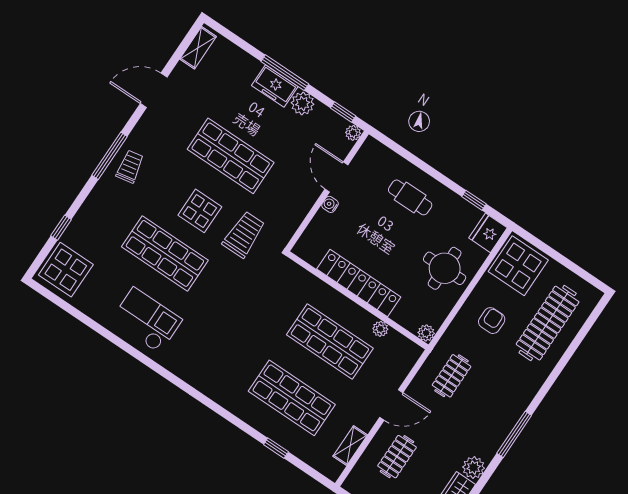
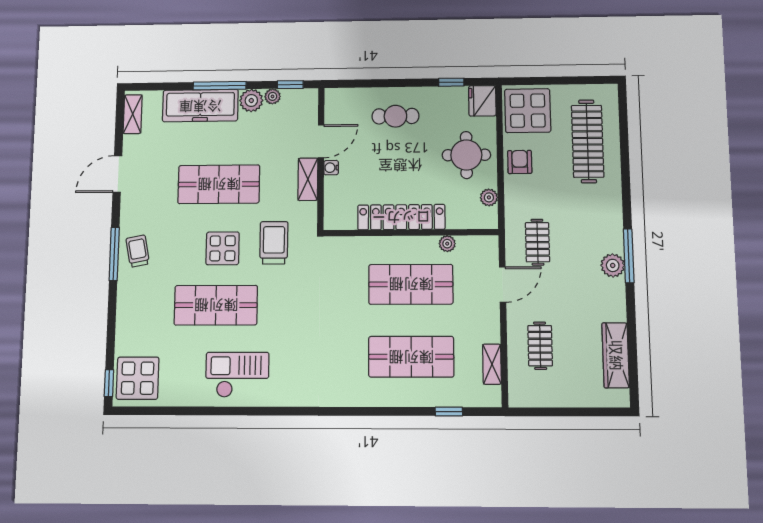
freezer: (275, 86) -> (200, 106), width x1.91, depth x1.26
plant: (353, 133) -> (273, 96), moved
door: (336, 177) -> (321, 141), swing flipped
shelving: (305, 201) -> (308, 179), added
window: (61, 228) -> (109, 383), moved
armchair: (492, 321) -> (520, 162), moved
plant: (426, 333) -> (489, 197), moved
door: (391, 405) -> (503, 285), moved
window: (276, 448) -> (449, 412), moved
plant: (474, 468) -> (613, 265), moved

